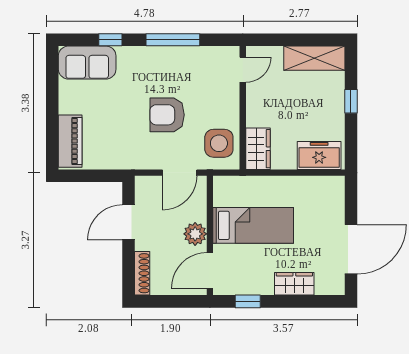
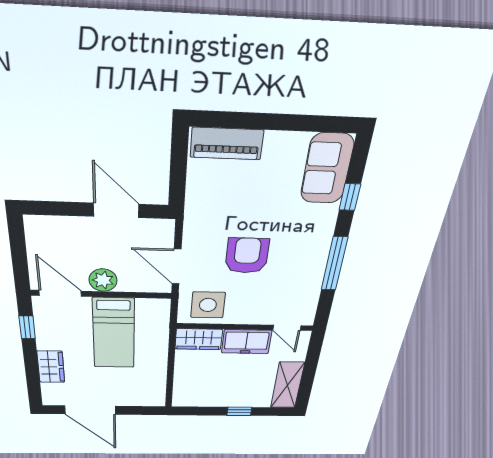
freezer: (319, 155) -> (247, 342), moved, turned 90
shoe rack: (142, 273) -> (52, 224), removed

